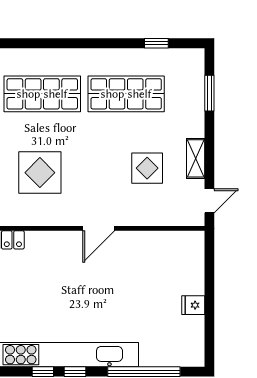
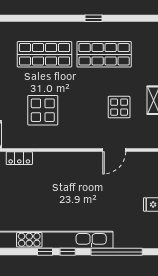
window: (156, 43) -> (94, 18), moved
door: (99, 228) -> (114, 150), moved

